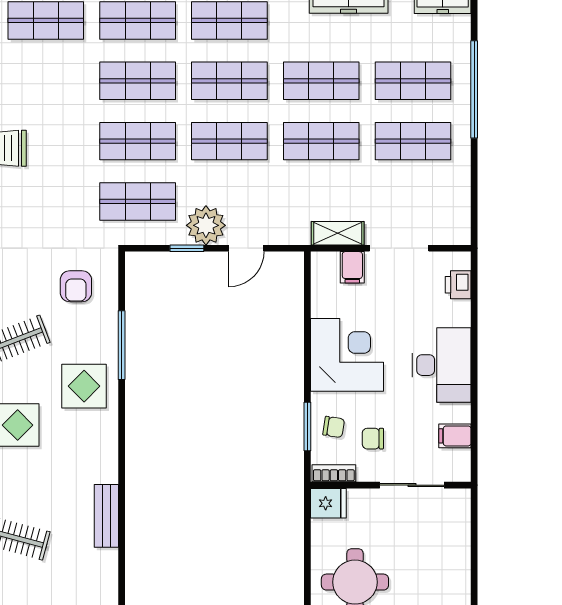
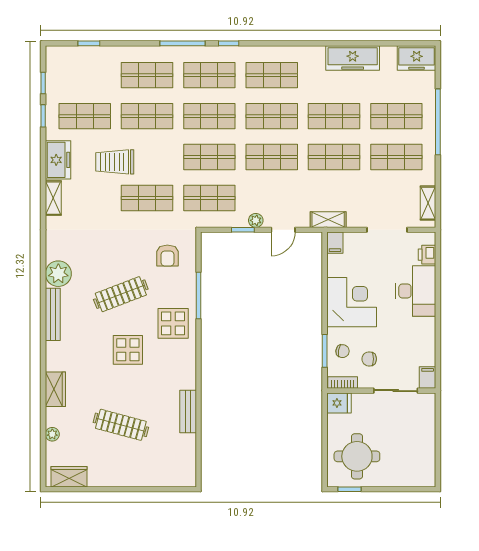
shop shelf: (46, 81) -> (147, 116), added
shop shelf: (46, 201) -> (147, 198), added
shelving: (460, 209) -> (428, 203), added
plant: (206, 225) -> (256, 220), width x0.53, depth x0.53
shelving: (338, 233) -> (328, 220), moved
filing cabinet: (352, 267) -> (335, 243), moved
desk: (442, 365) -> (416, 291), moved
filing cabinet: (455, 436) -> (428, 377), moved, turned 90

